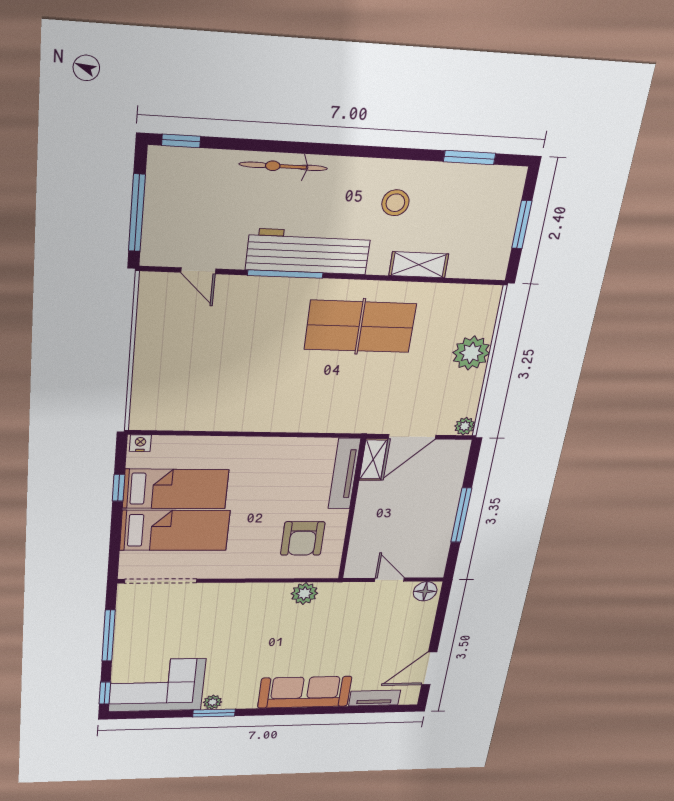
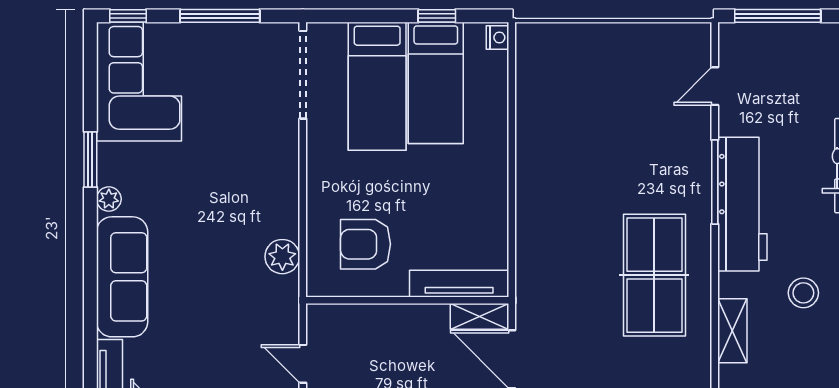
door: (389, 580) -> (303, 364), swing flipped
plant: (213, 702) -> (109, 199), moved

